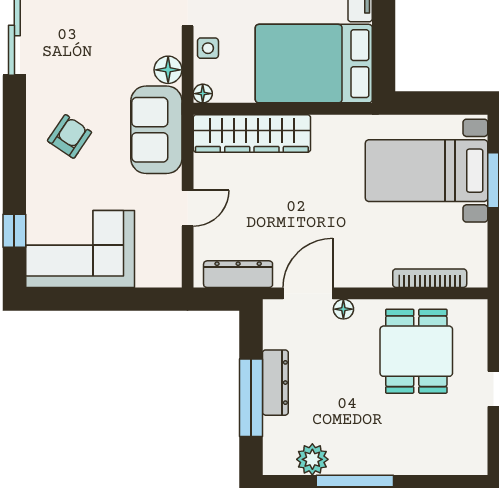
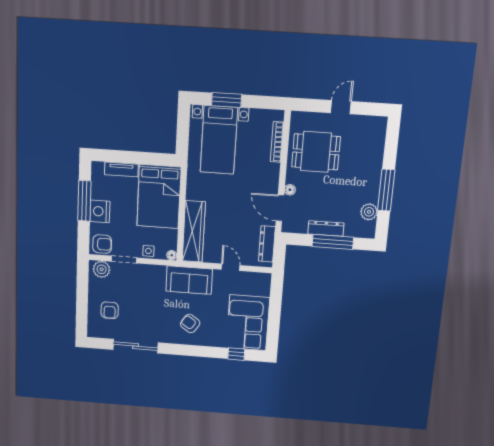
floor lamp: (168, 70) -> (159, 272), removed

